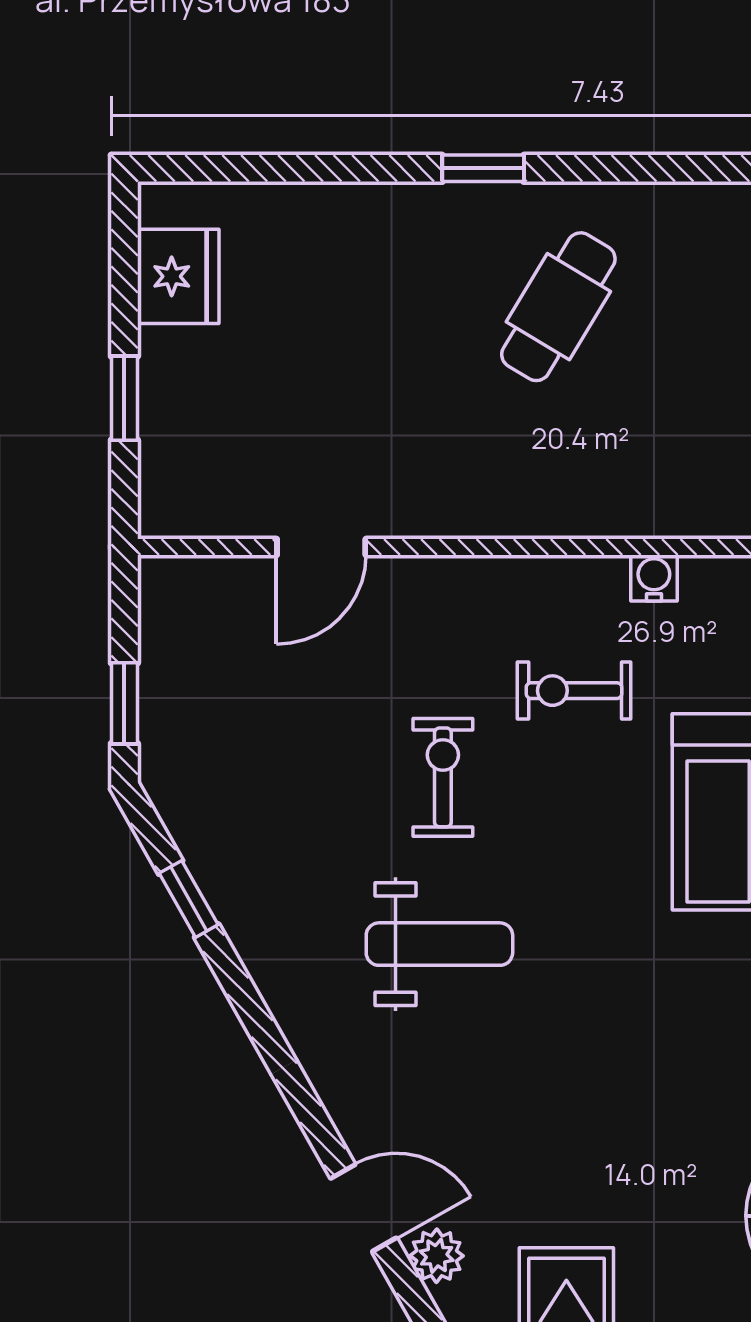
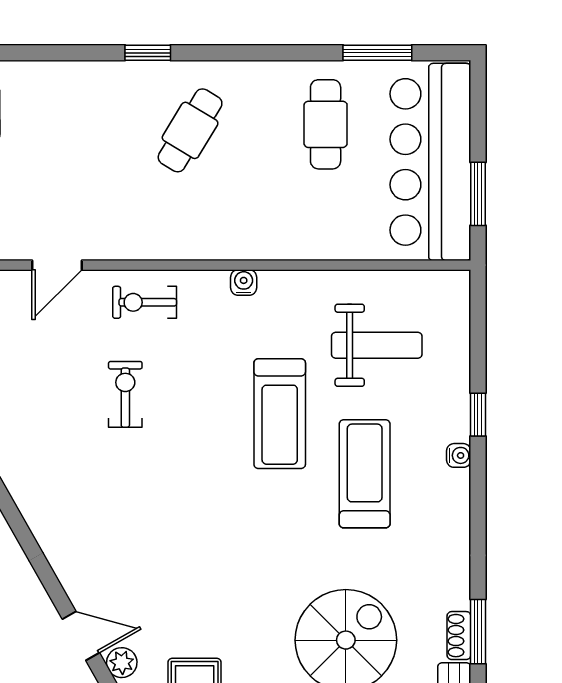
exercise bike: (574, 691) -> (145, 302), moved
weight bench: (439, 944) -> (123, 488), removed

